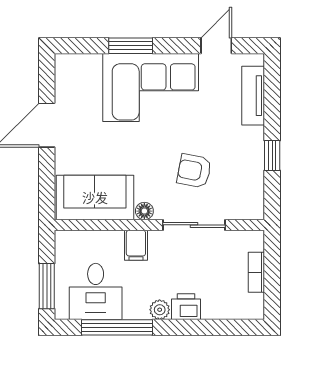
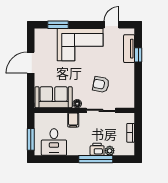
window: (131, 46) -> (58, 25), moved
window: (272, 156) -> (138, 55), moved
plant: (160, 310) -> (110, 151), moved
window: (117, 327) -> (96, 159), moved

